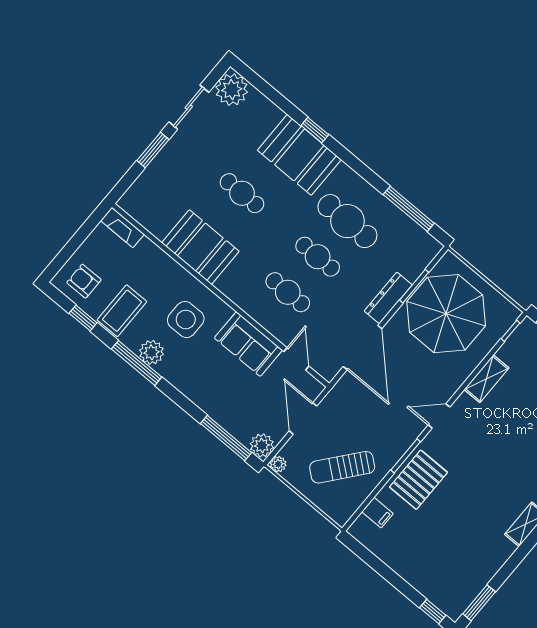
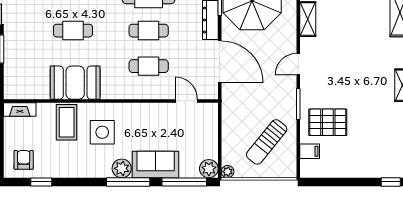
armchair: (84, 281) -> (24, 160), turned 90
coffee table: (122, 311) -> (67, 122), moved
sofa: (248, 344) -> (156, 165), moved, turned 180
plant: (151, 352) -> (122, 168), moved
window: (137, 363) -> (128, 182), moved
door: (303, 418) -> (220, 133), removed
pallet: (419, 480) -> (328, 122), moved, turned 90

